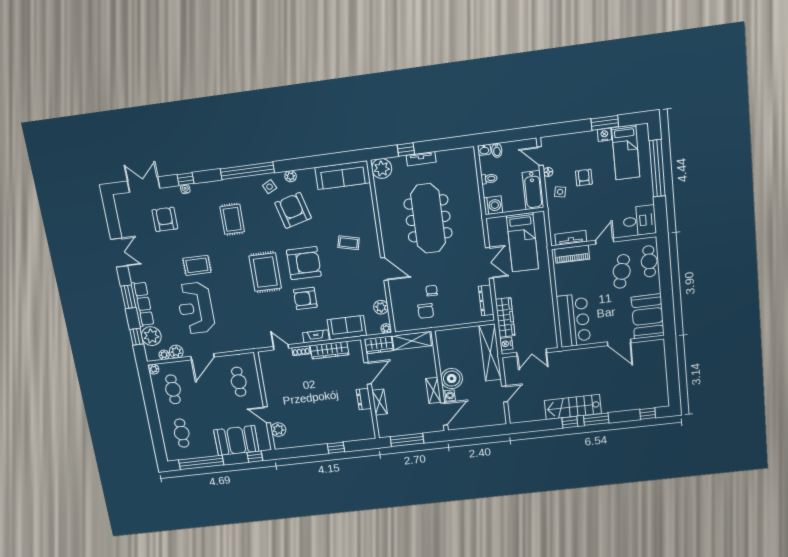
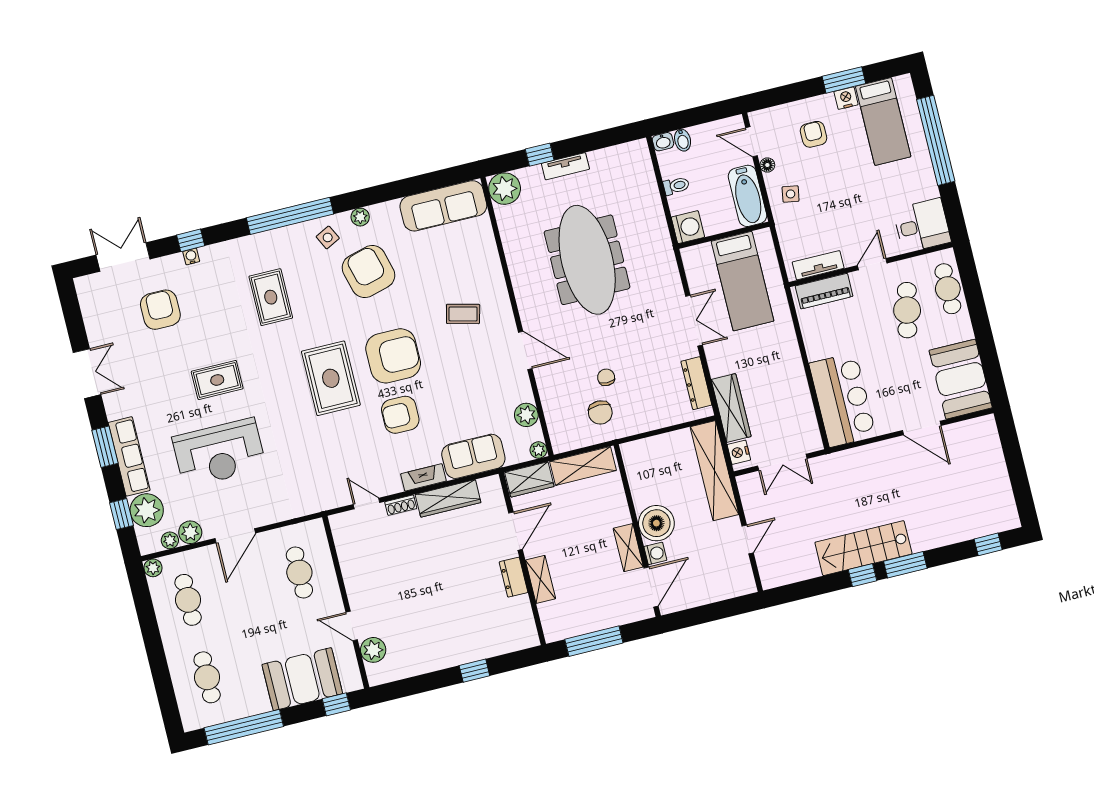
armchair: (584, 178) -> (814, 134), moved
reception desk: (196, 308) -> (219, 453), turned -90

